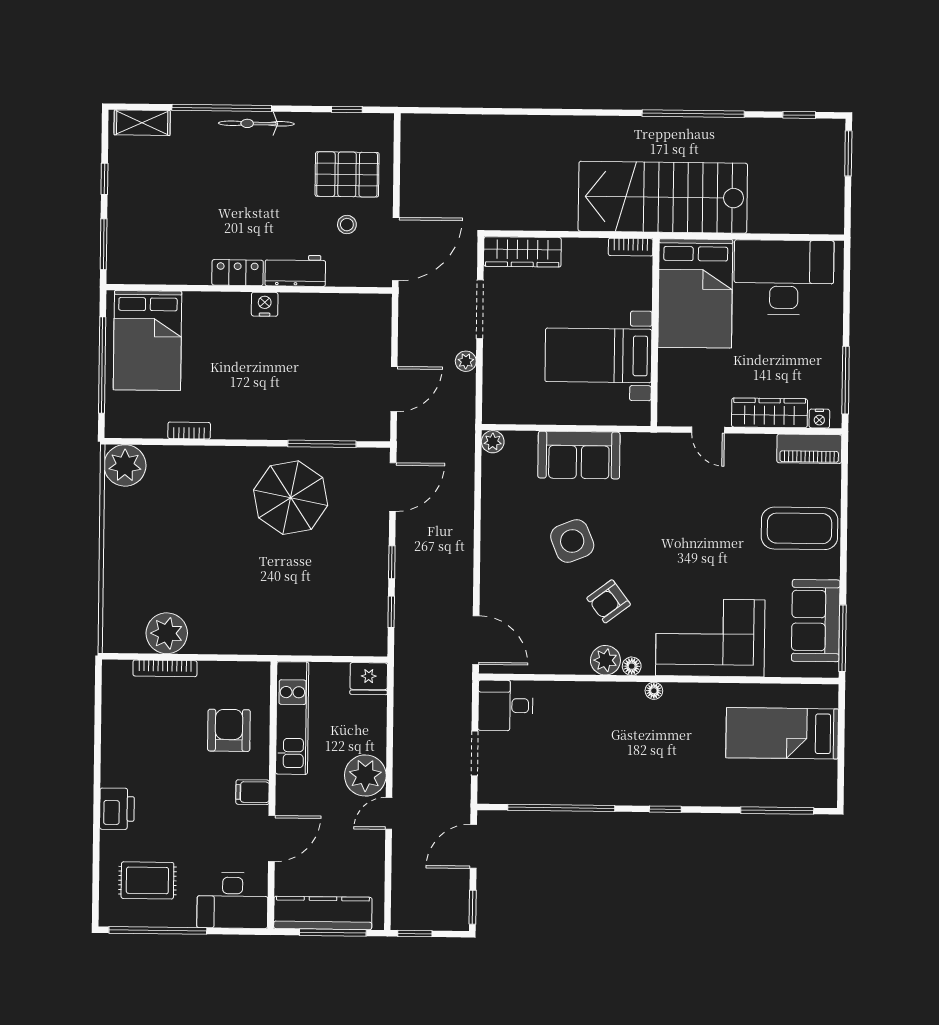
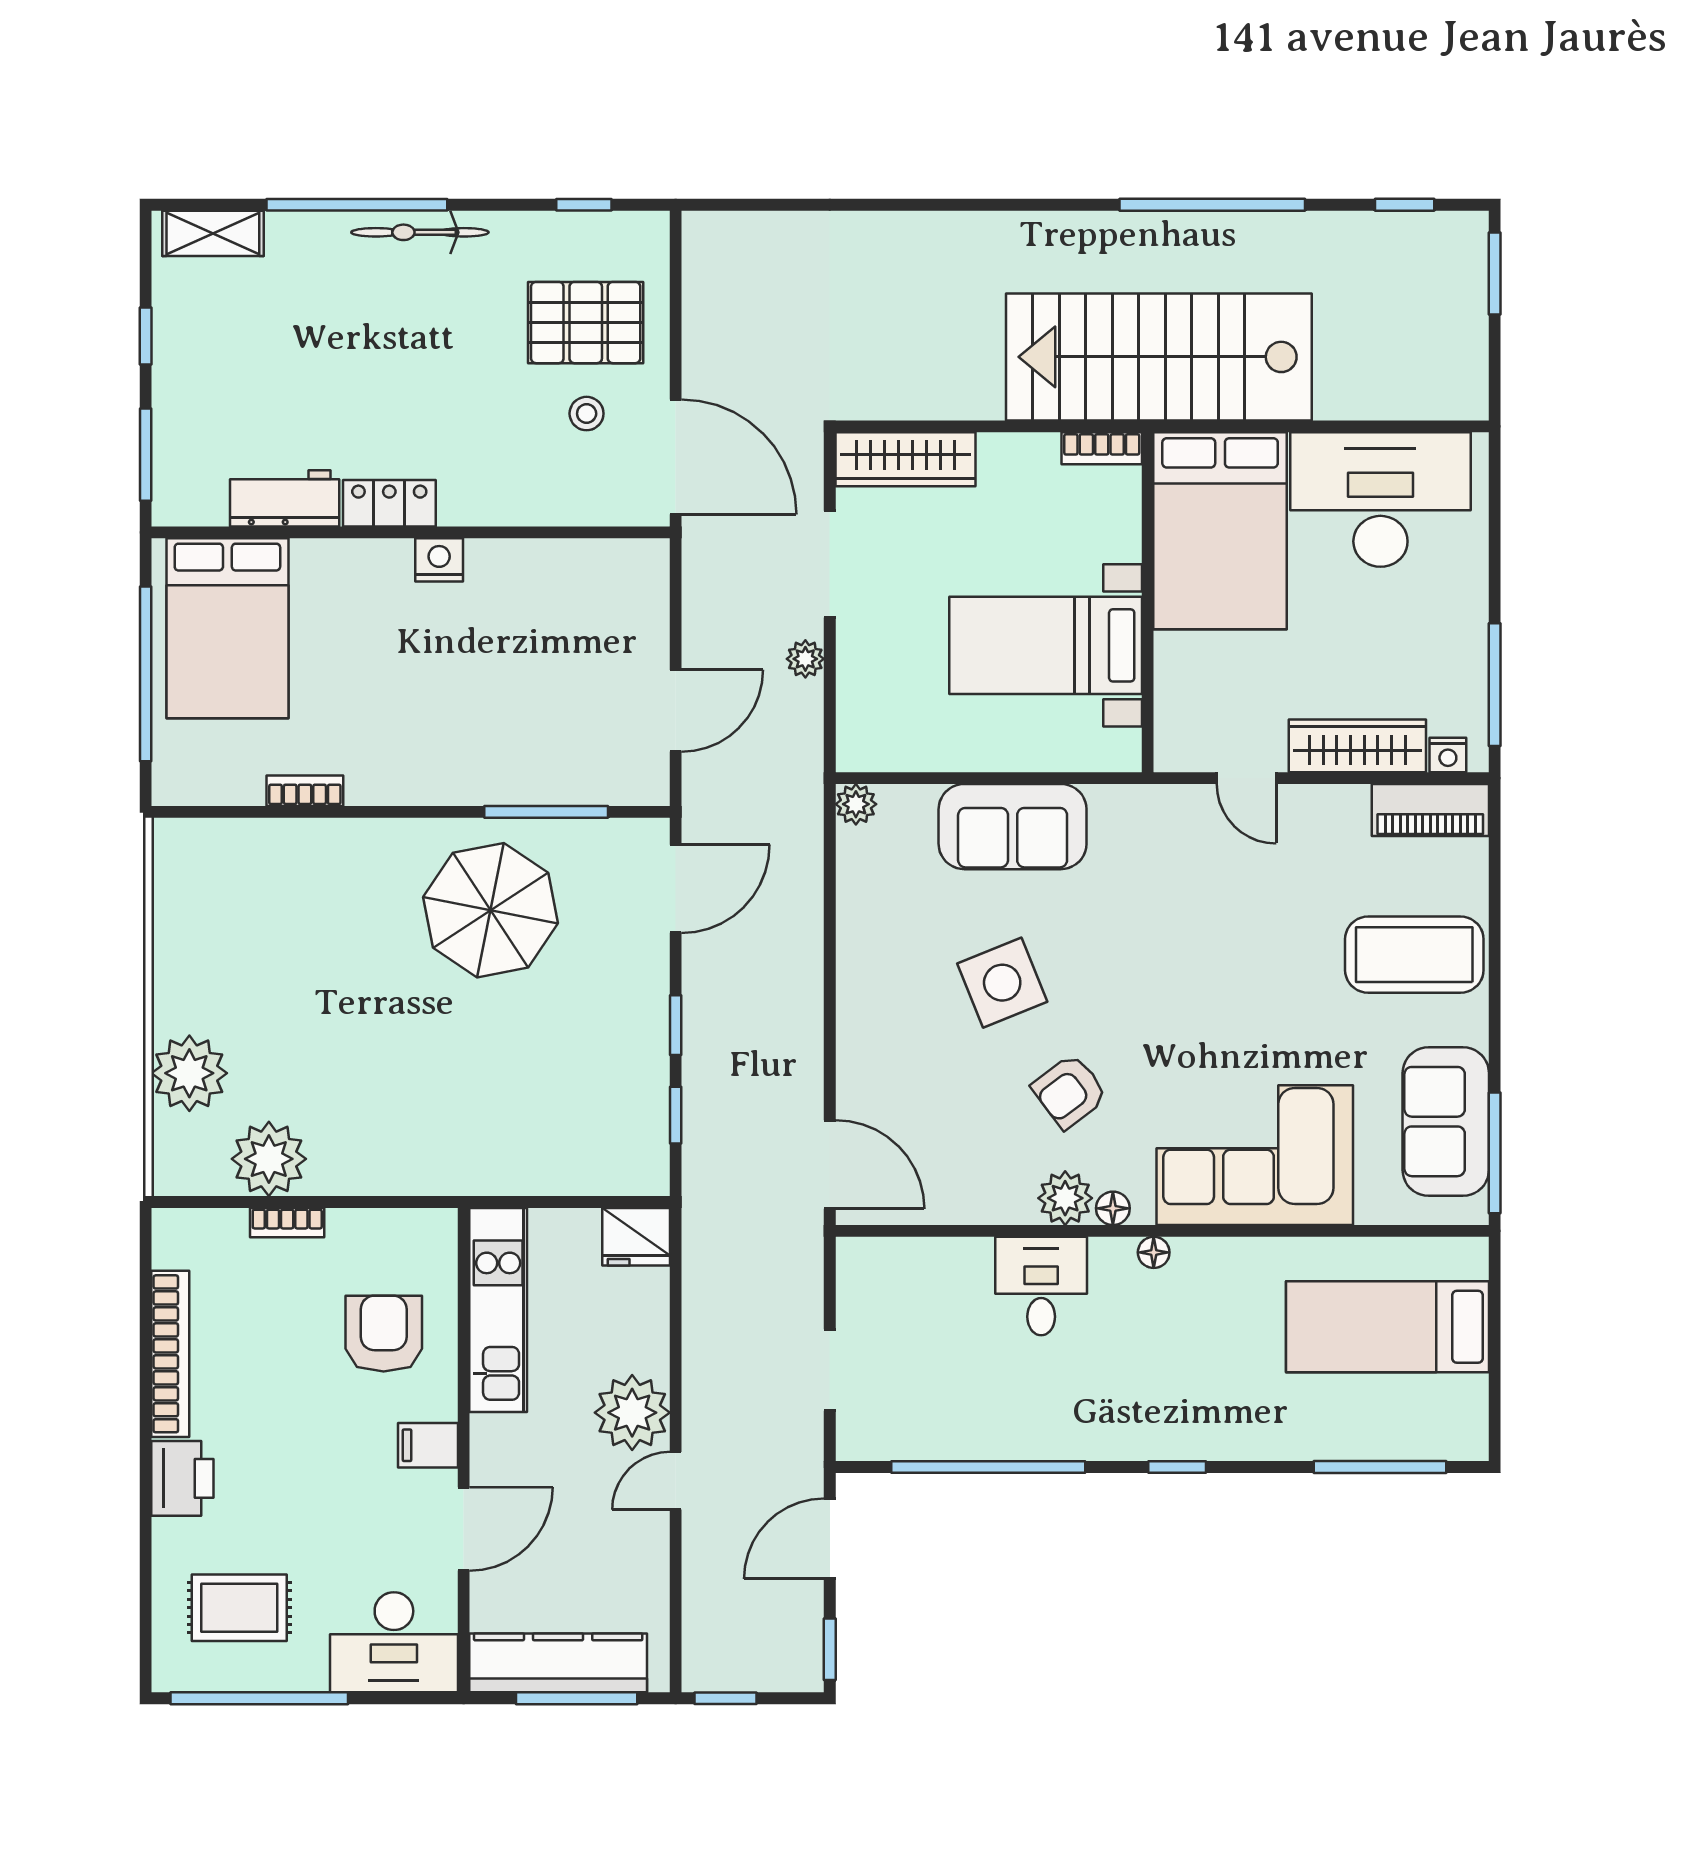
door: (396, 249) -> (676, 457), hinge flipped
workbench: (295, 271) -> (285, 498), moved
plant: (125, 465) -> (189, 1073), moved
bookcase: (165, 668) -> (287, 1223), width x0.64
desk: (505, 705) -> (1041, 1286), moved, turned 90
bookcase: (111, 740) -> (170, 1354), added

